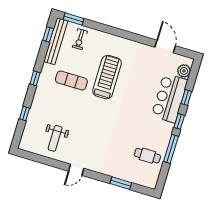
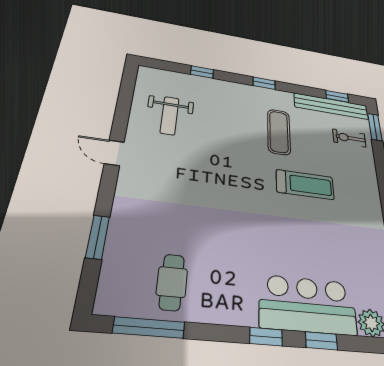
treadmill: (107, 77) -> (305, 185), width x0.73, depth x0.73
weight bench: (55, 138) -> (170, 116), turned -90
window: (171, 149) -> (149, 328), moved

